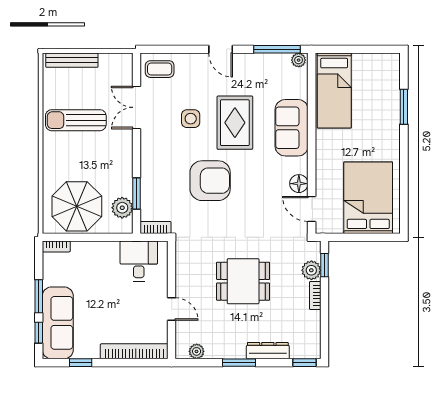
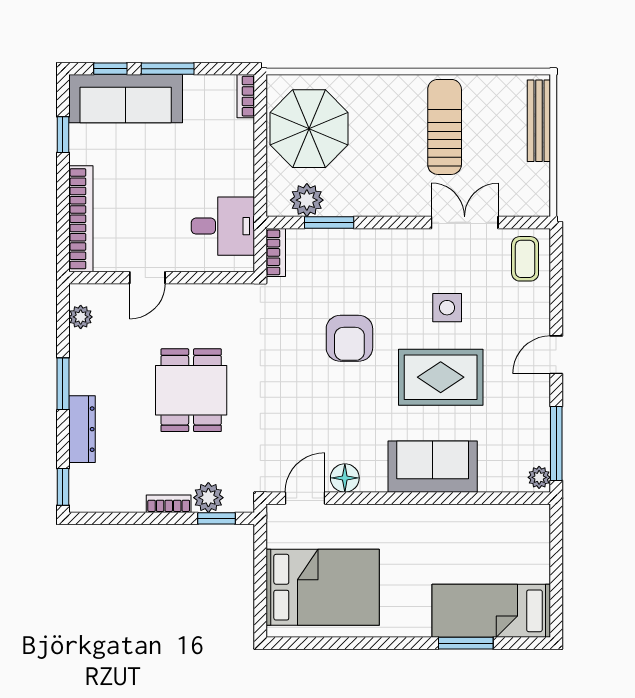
bed: (334, 90) -> (491, 611), moved
armchair: (210, 181) -> (349, 338), width x0.73, depth x0.73

